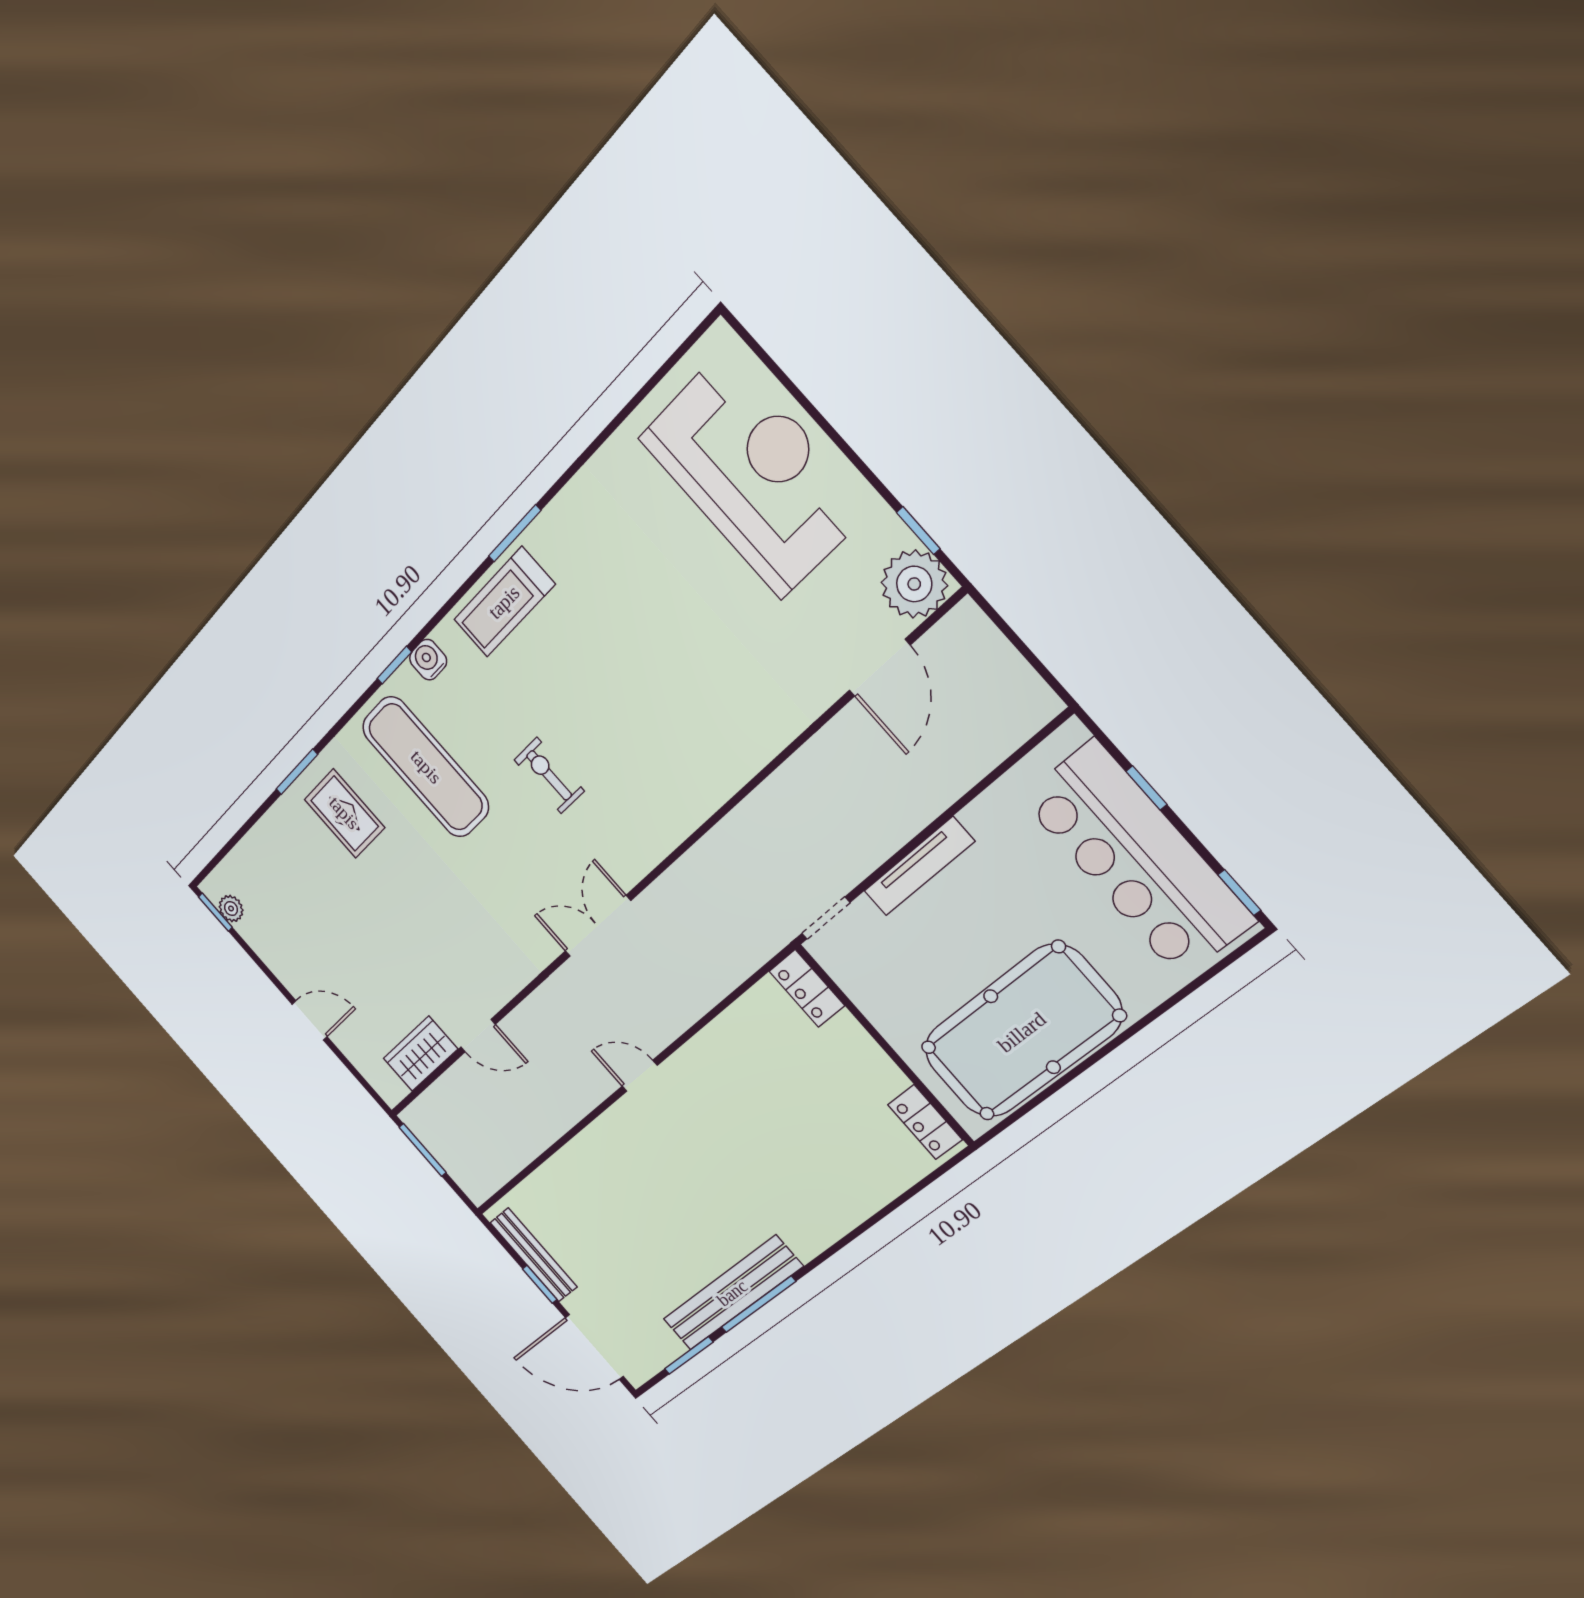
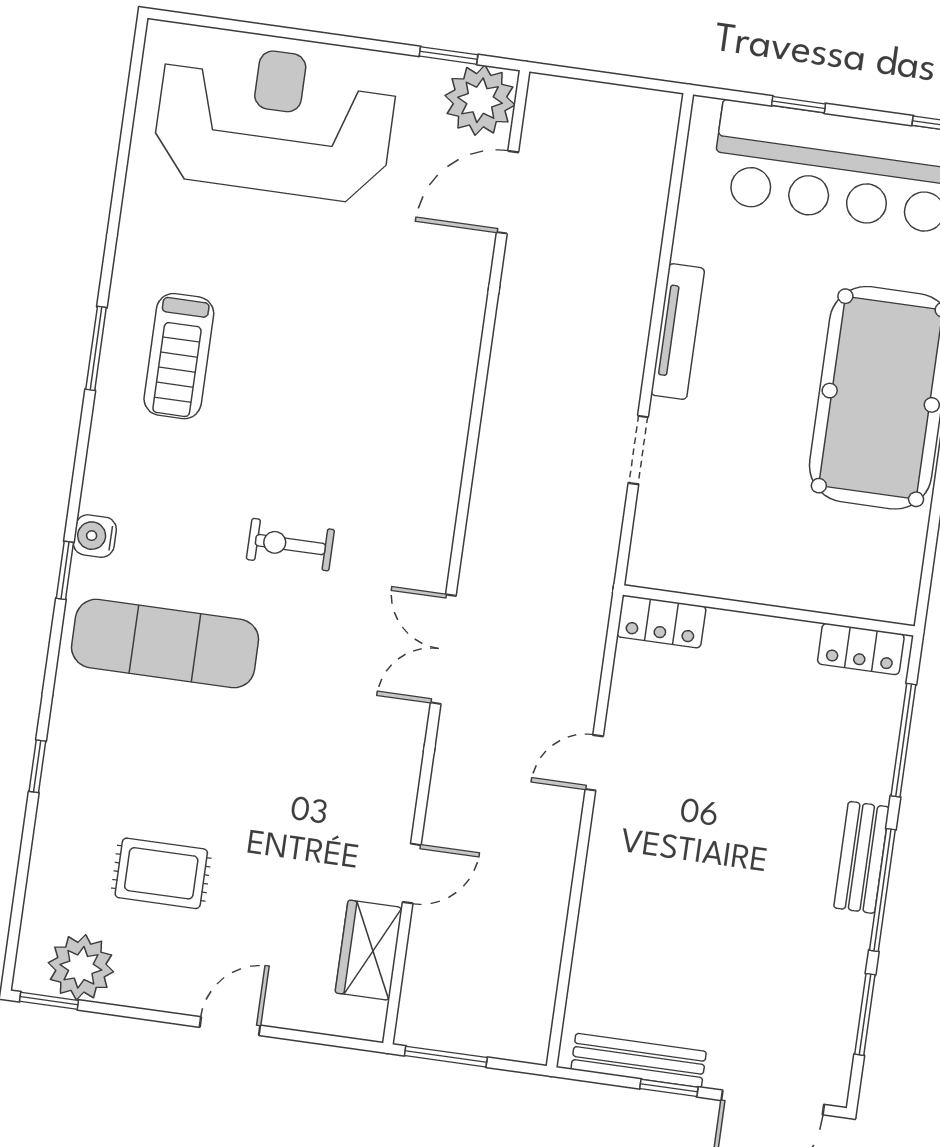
treadmill: (504, 602) -> (179, 356), moved
door: (880, 668) -> (507, 192), swing flipped
window: (297, 772) -> (37, 766), width x0.67
rug: (344, 813) -> (161, 873), moved
plant: (231, 908) -> (81, 967), width x1.88, depth x1.88
locker: (807, 988) -> (661, 622), moved
wall: (884, 1045) -> (769, 610), moved
locker: (925, 1122) -> (861, 649), moved
window: (847, 1240) -> (903, 740), added
bench: (732, 1293) -> (861, 857), width x0.54, depth x0.82

